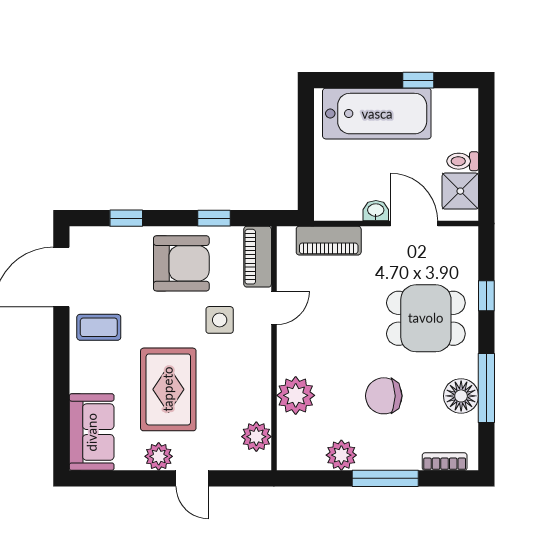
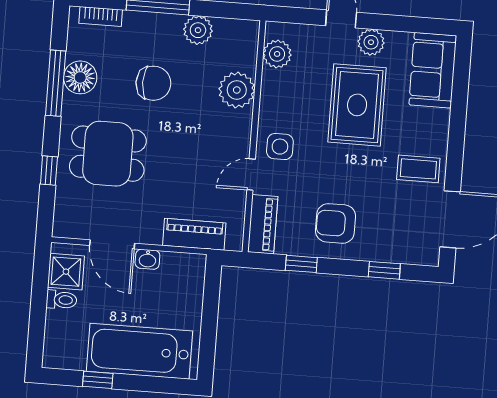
armchair: (181, 263) -> (336, 223), width x0.73, depth x0.73
side table: (220, 320) -> (280, 147), moved

